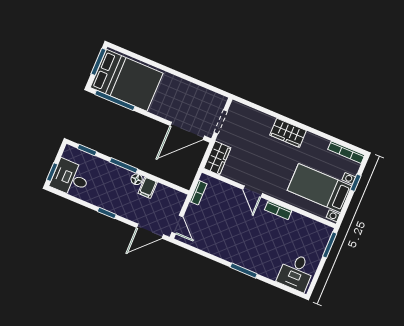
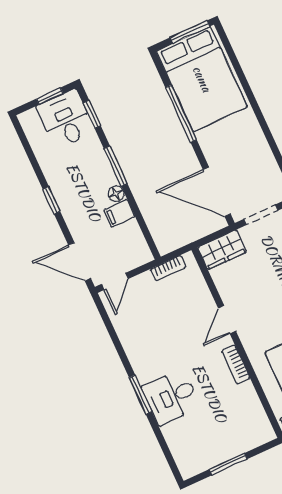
window: (115, 100) -> (181, 114), moved
window: (52, 172) -> (50, 96), moved
desk: (70, 178) -> (66, 119), moved
window: (330, 245) -> (228, 464), moved
desk: (296, 272) -> (171, 397), moved

